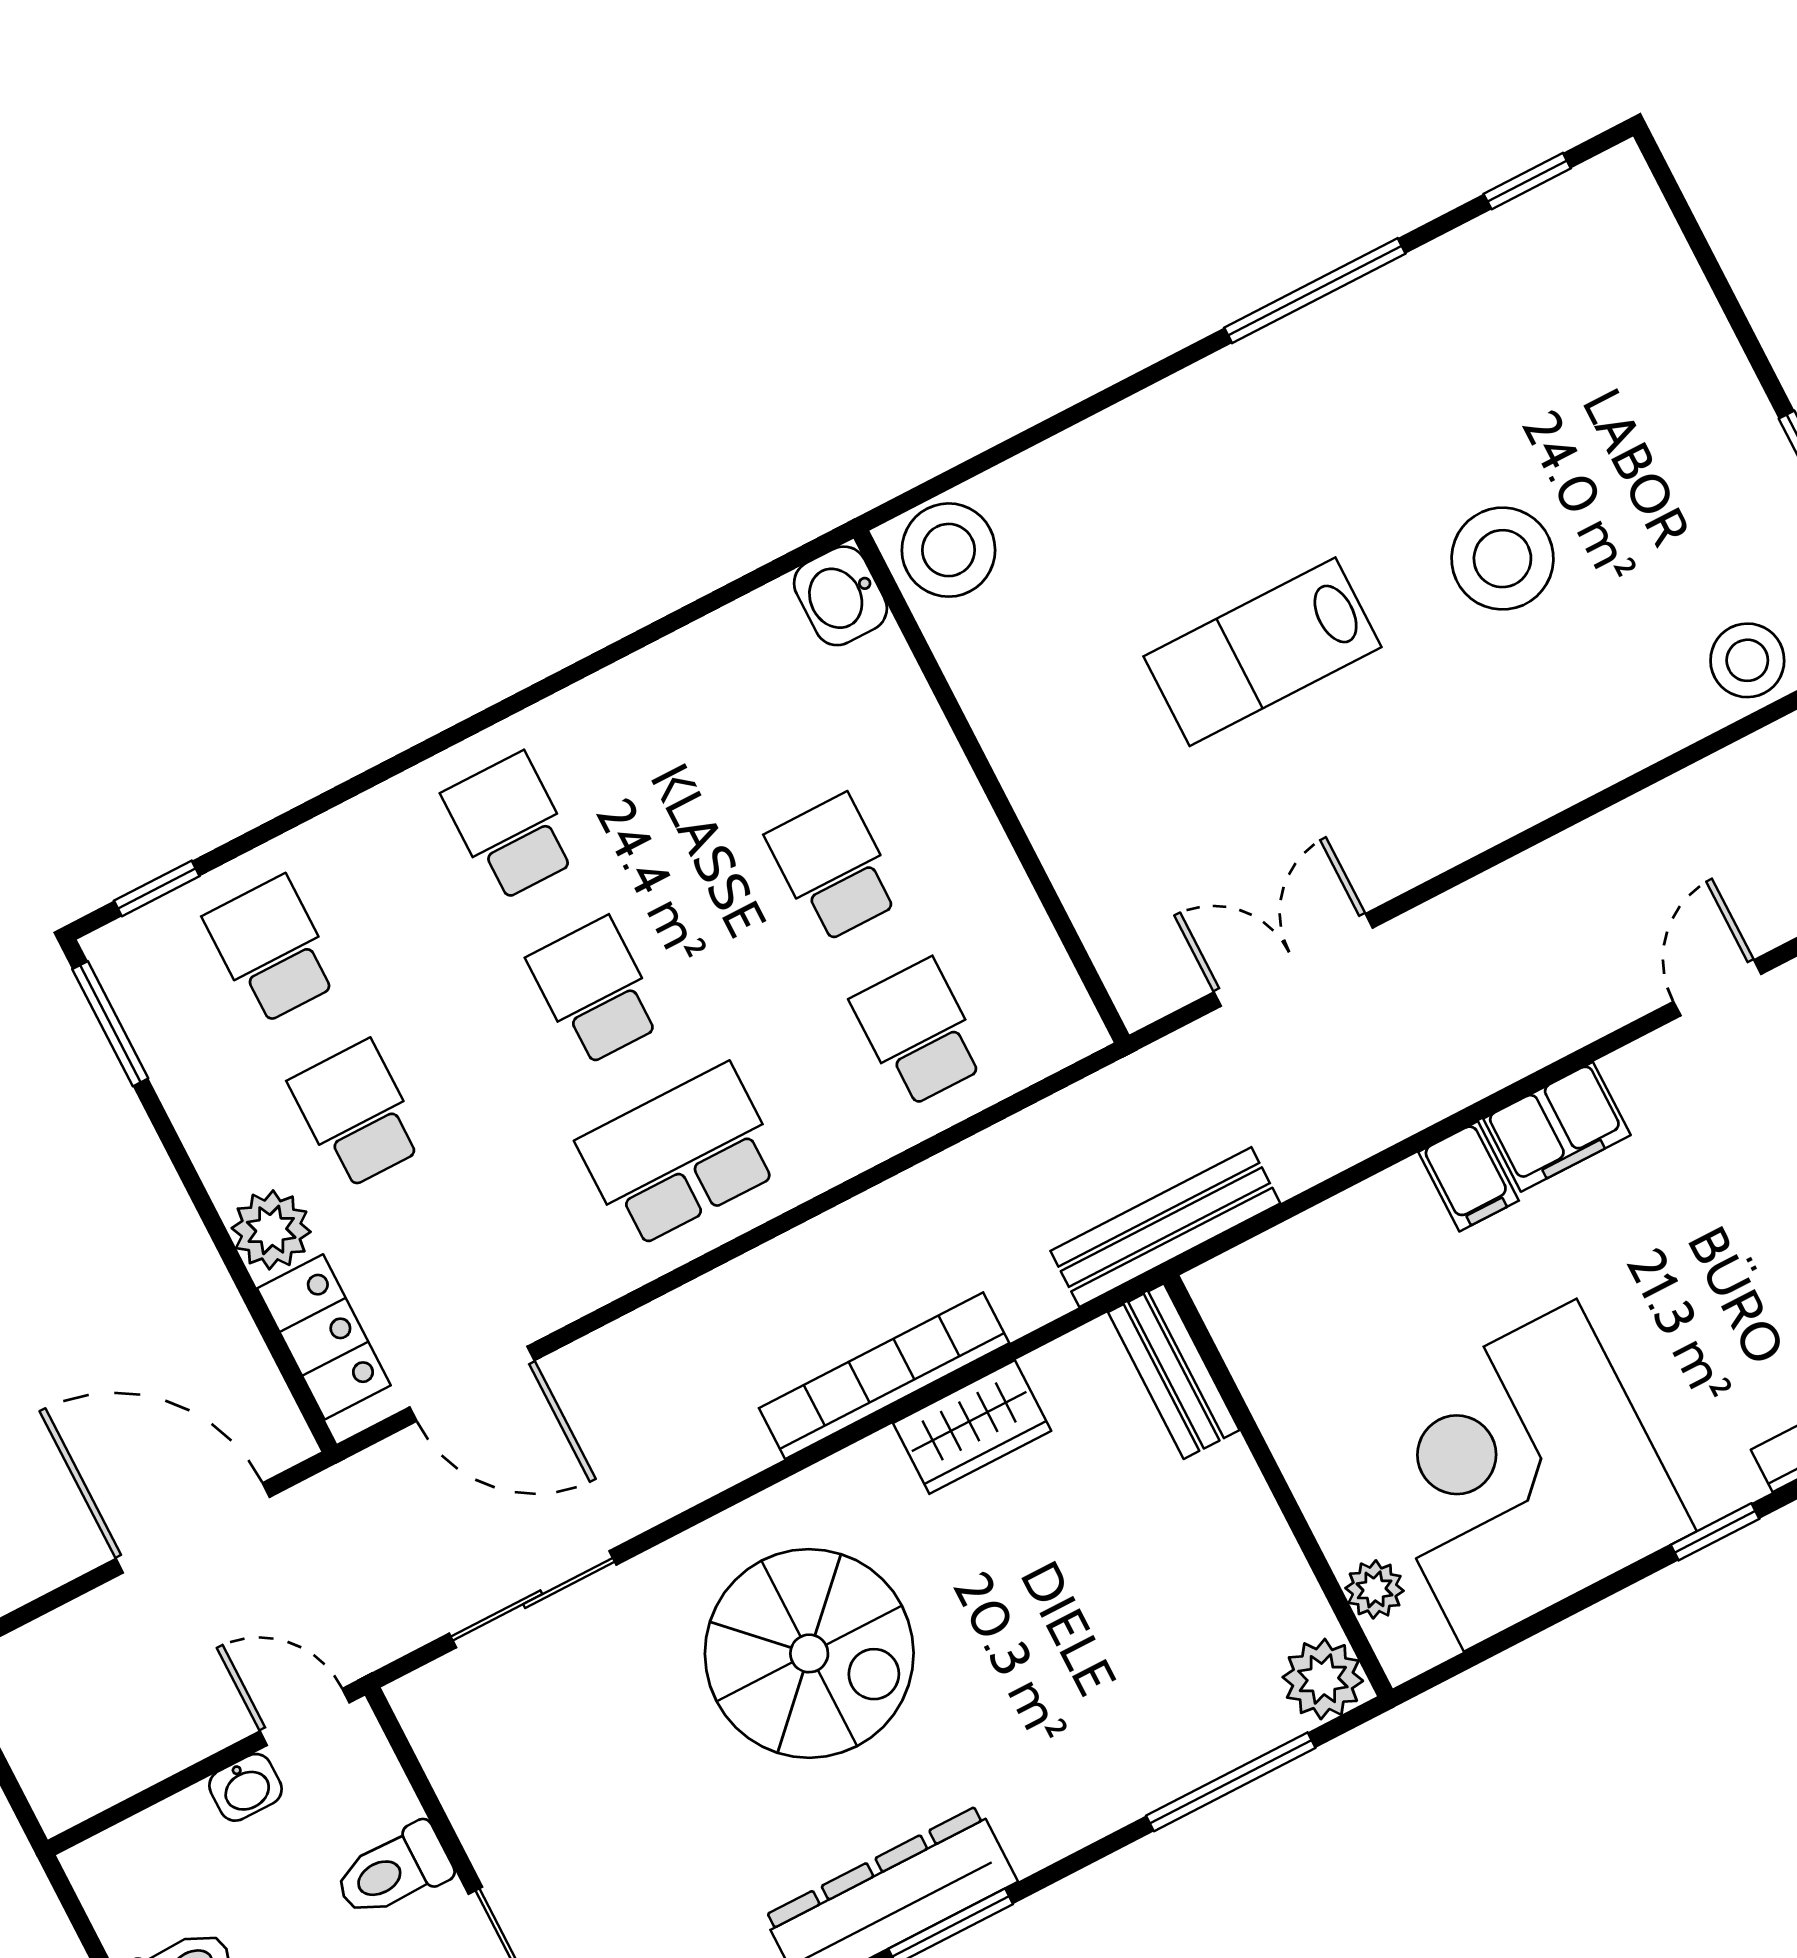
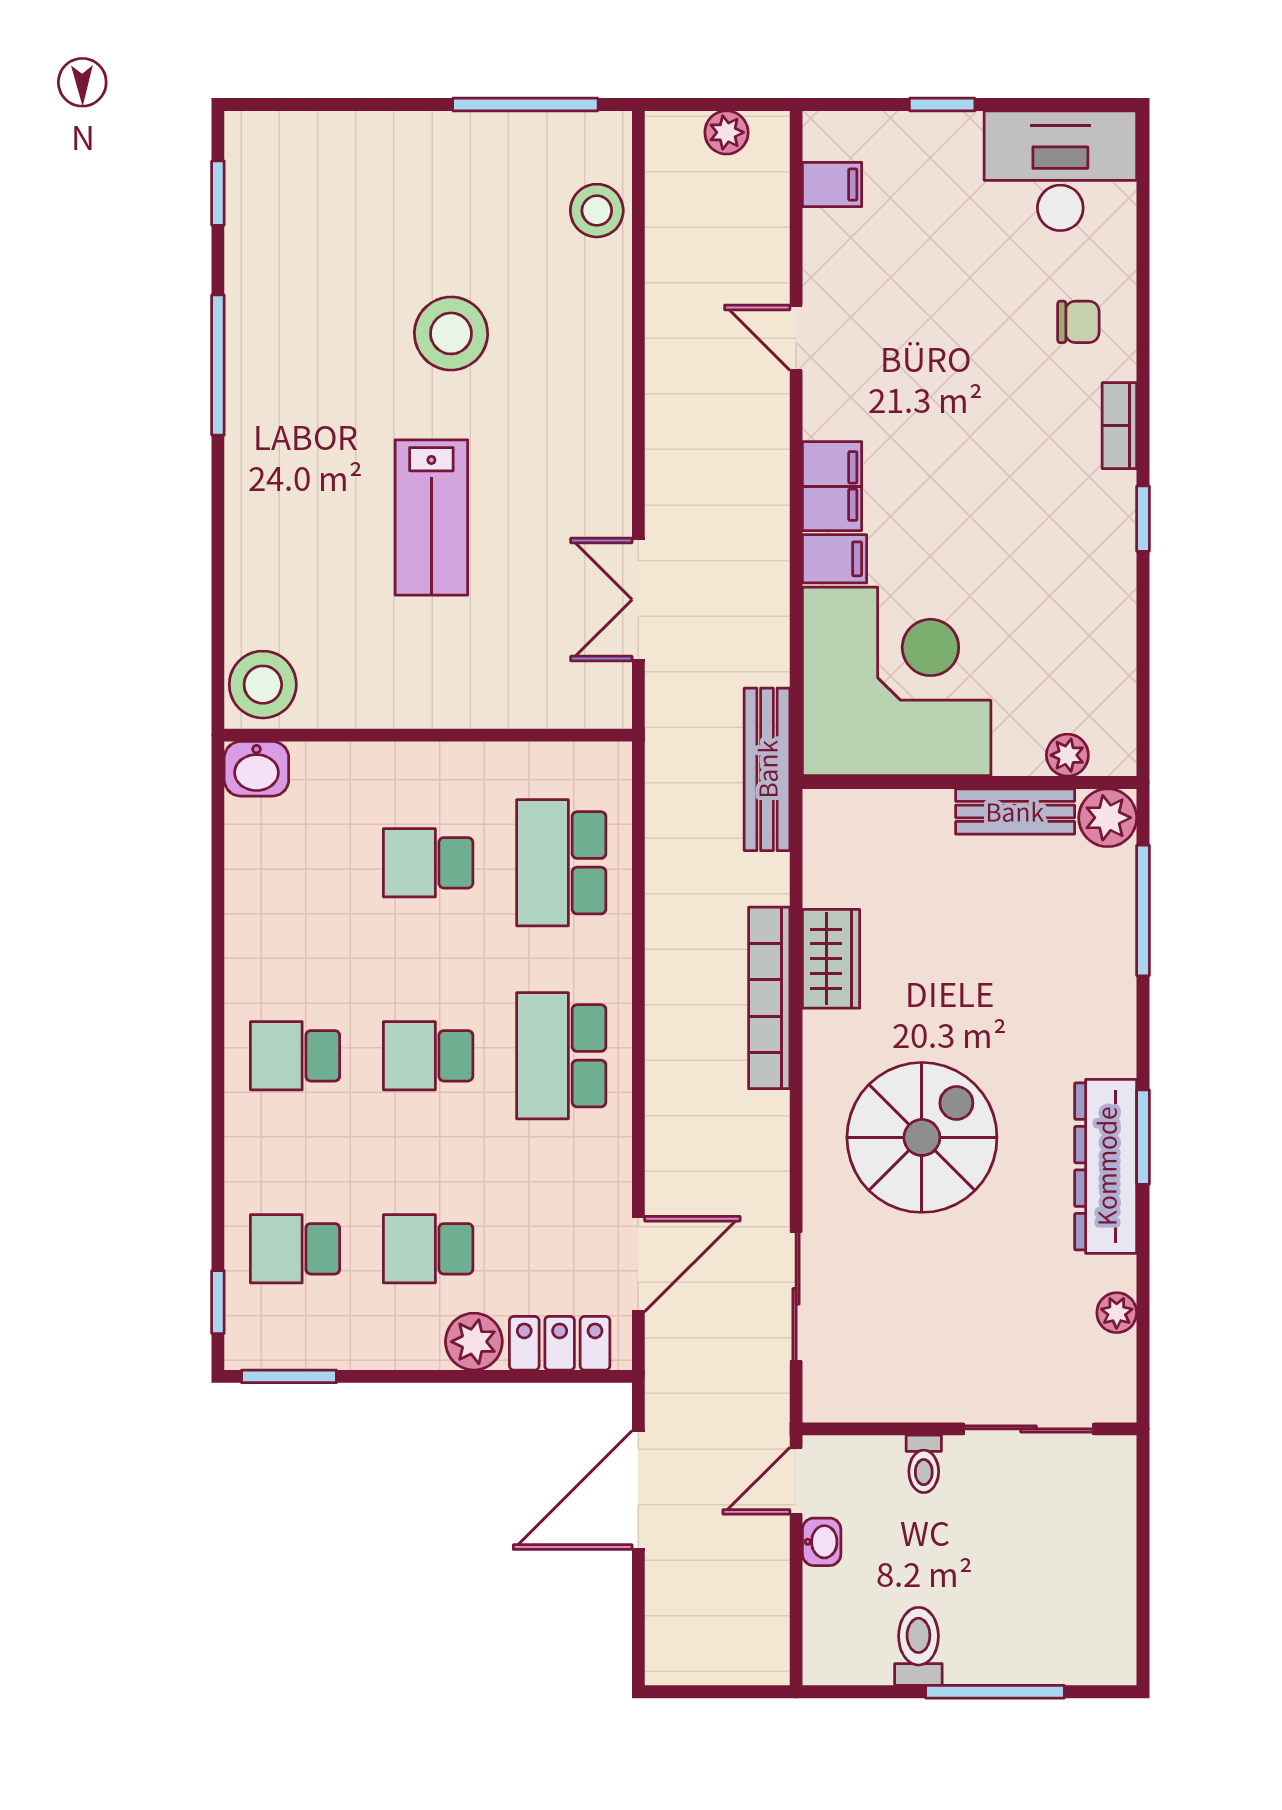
school desk: (919, 1033) -> (561, 863), width x1.85
bench: (1174, 1371) -> (1015, 811), moved
corner desk: (1520, 1475) -> (897, 681), moved, turned 180
toilet: (393, 1871) -> (924, 1464), width x0.73, depth x0.72

